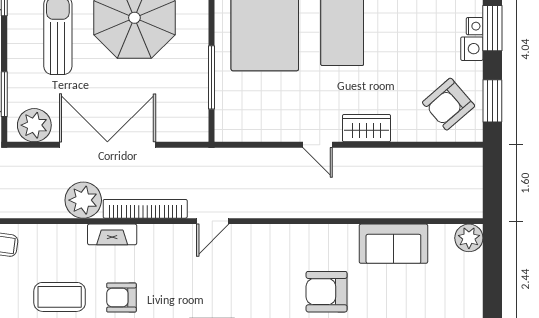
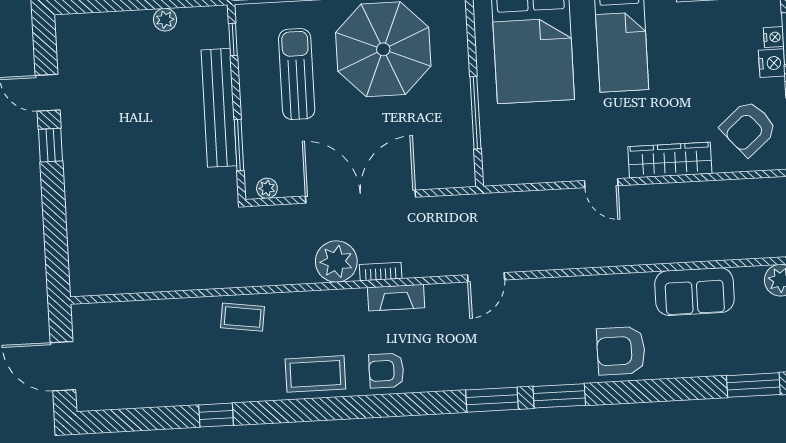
plant: (34, 125) -> (267, 188), width x0.53, depth x0.53
wardrobe: (367, 128) -> (670, 160), width x1.50
bookcase: (145, 209) -> (381, 272), width x0.43, depth x0.76
fireplace: (112, 234) -> (396, 298), moved

